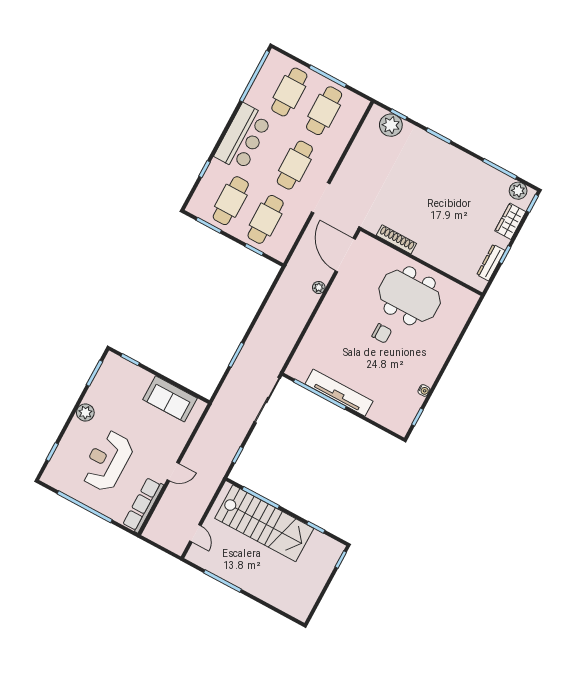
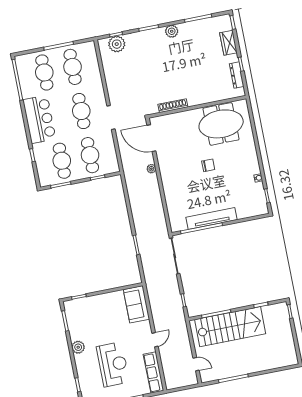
plant: (518, 191) -> (172, 31), moved
meeting table: (410, 296) -> (221, 124), moved
sofa: (170, 399) -> (136, 304), moved, turned 90
reception desk: (107, 461) -> (113, 364), turned 180

